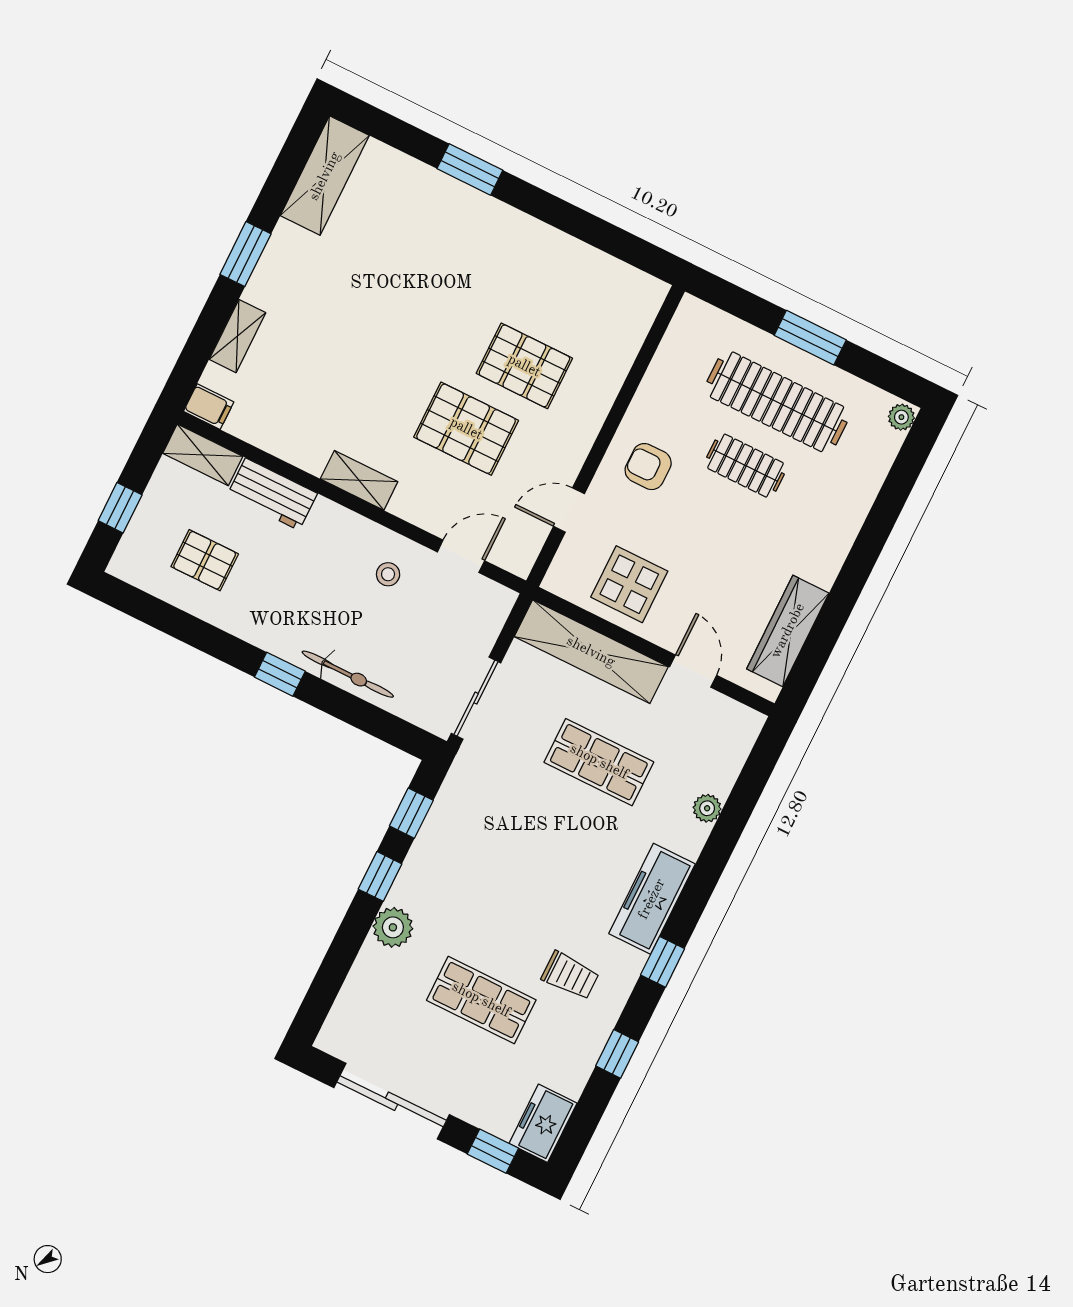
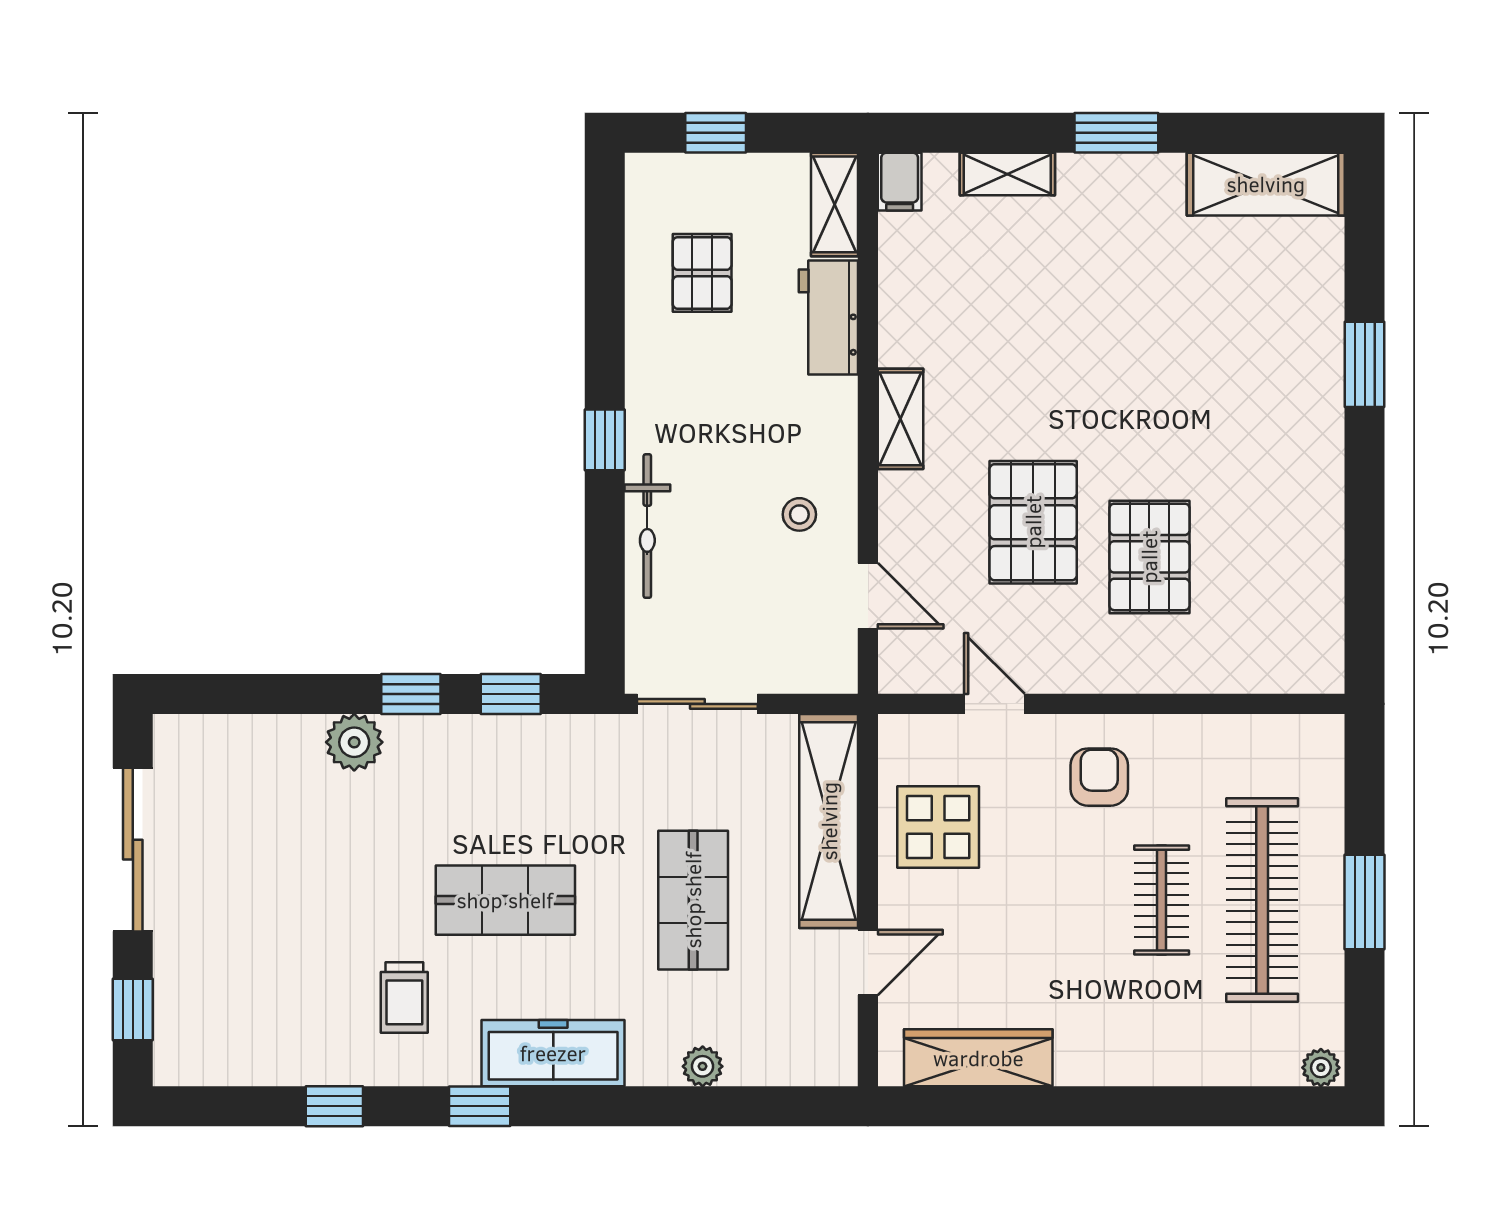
shop shelf: (481, 1000) -> (505, 900), moved, turned 90
freezer: (543, 1123) -> (200, 1056), removed

